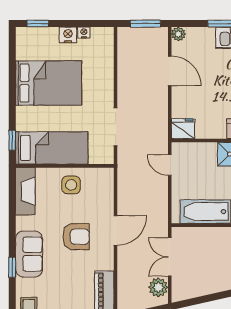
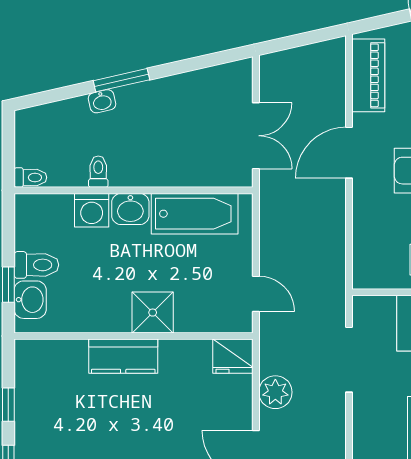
door: (116, 230) -> (349, 153), moved
plant: (158, 287) -> (275, 392), moved

